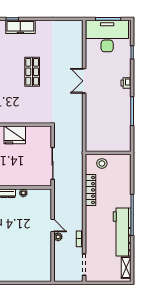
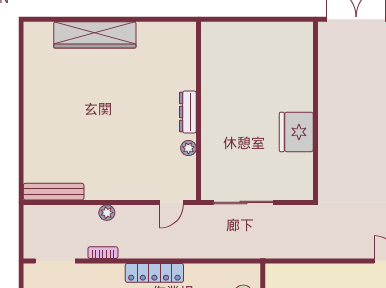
locker: (90, 190) -> (154, 273), moved
door: (53, 225) -> (171, 202), moved
bench: (47, 265) -> (54, 192), added

